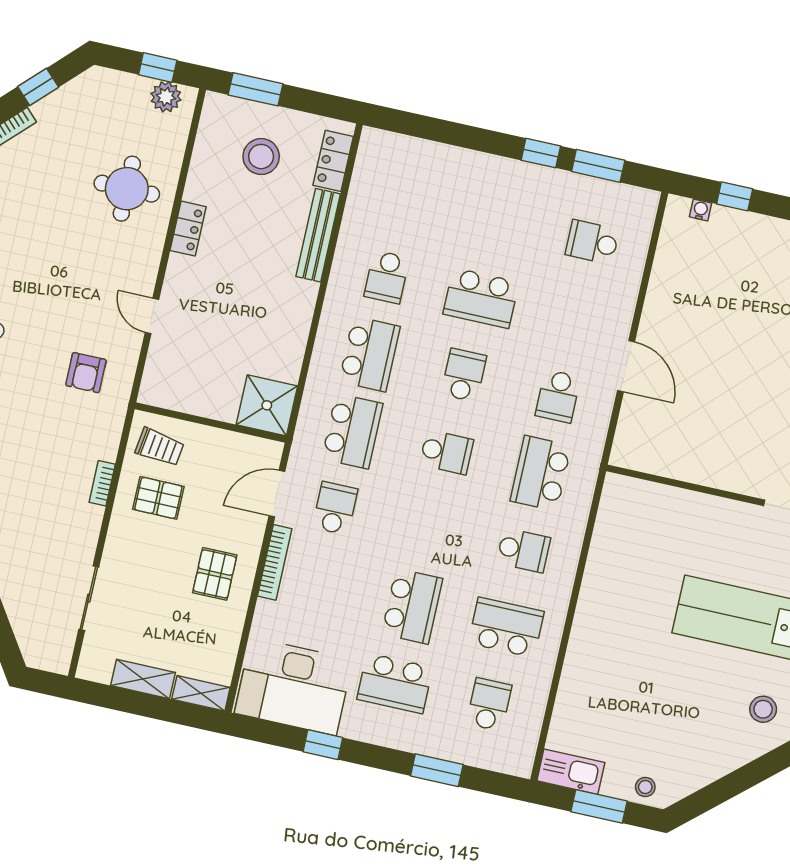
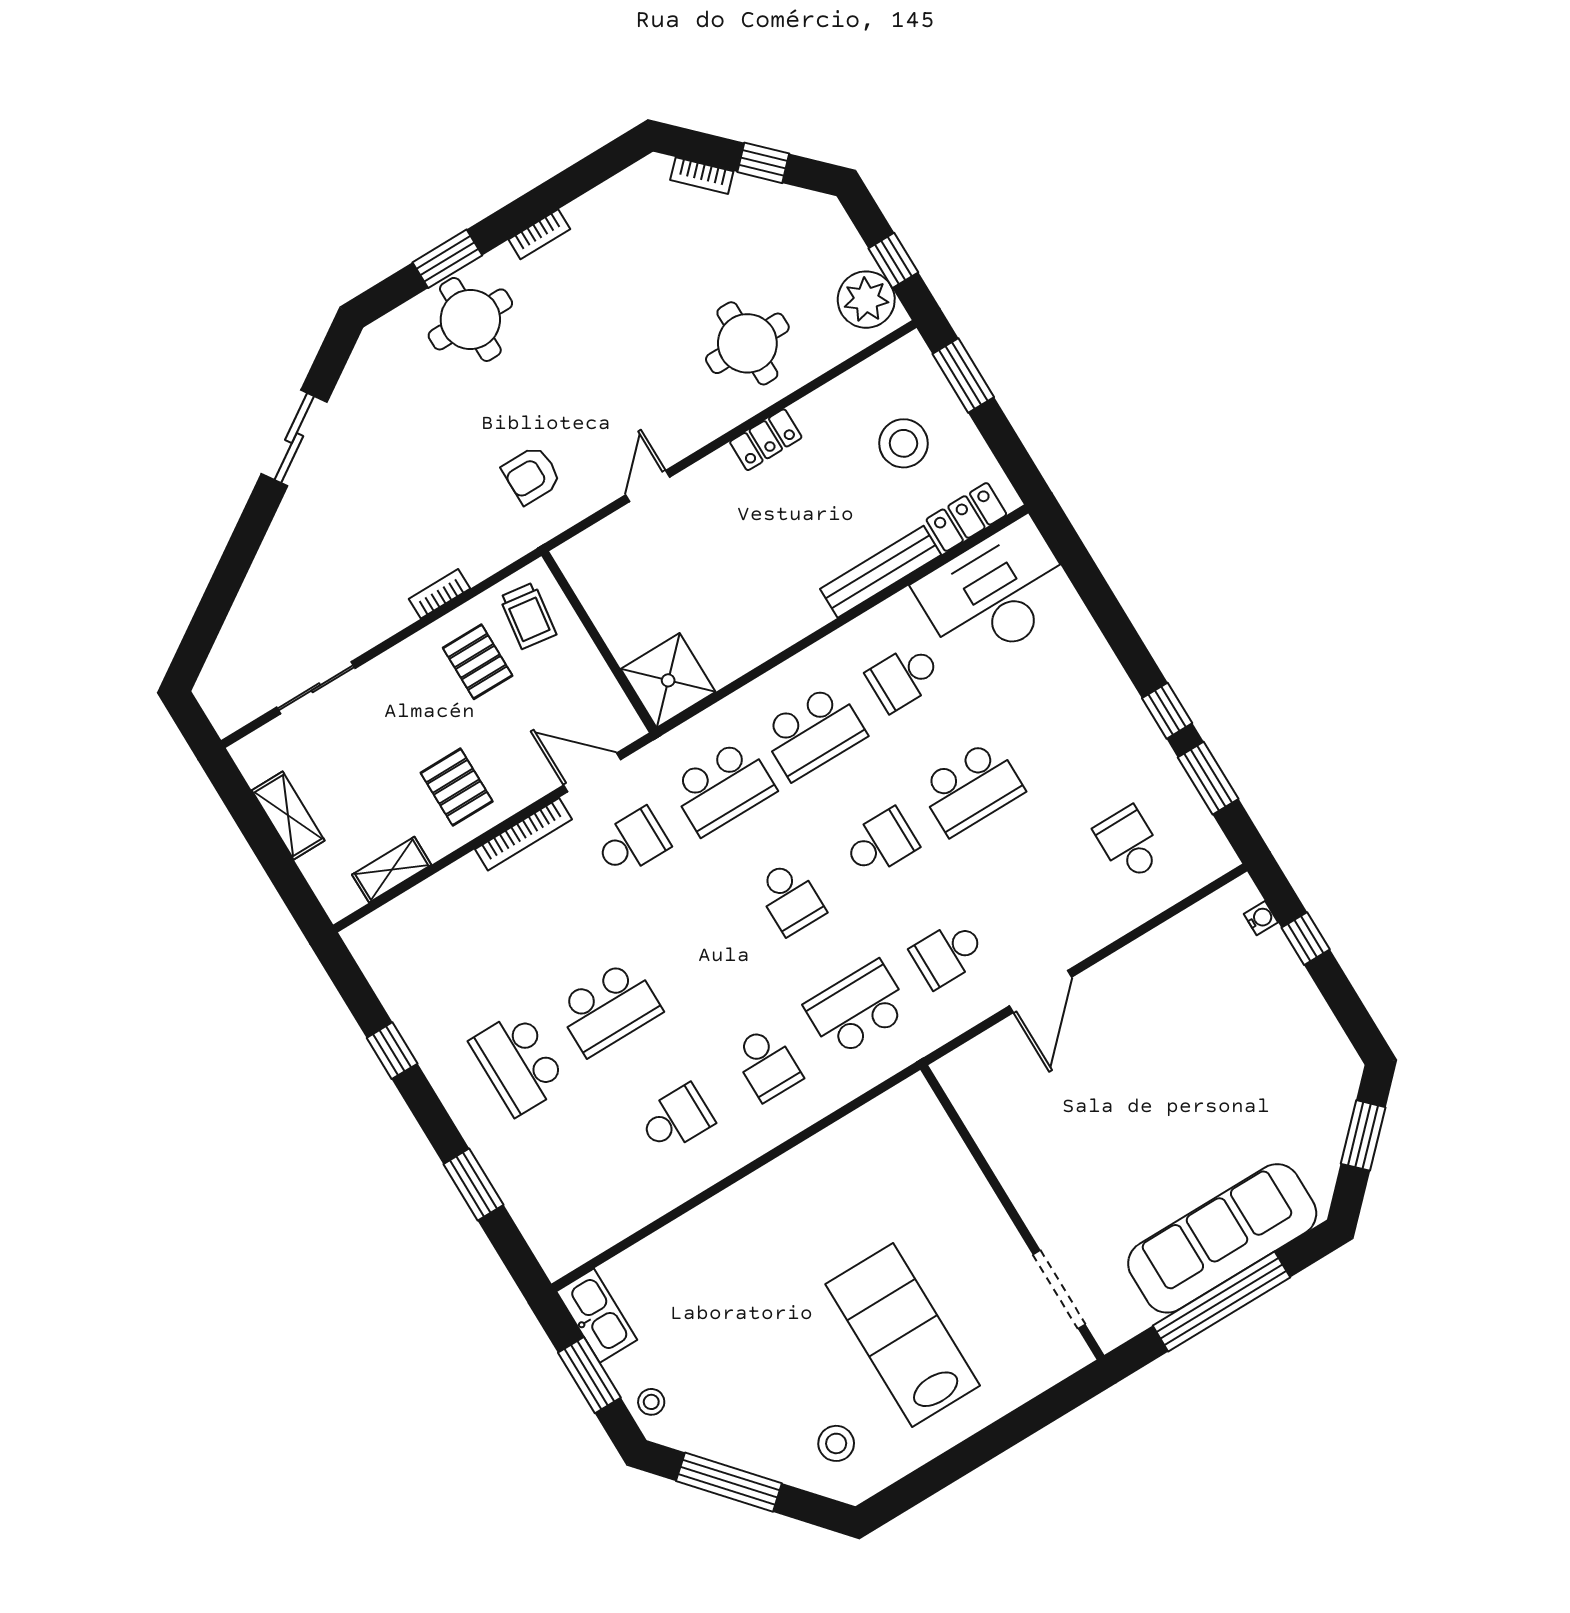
plant: (166, 97) -> (866, 300), width x1.36, depth x1.36
school desk: (481, 298) -> (971, 788), turned -90
pallet: (215, 574) -> (457, 787), turned 90
school desk: (506, 627) -> (676, 1119), width x0.54
desk: (294, 686) -> (996, 594), moved, turned 90
shelving: (201, 693) -> (392, 870), moved, turned 90
school desk: (489, 704) -> (586, 1174), removed
window: (728, 787) -> (729, 1482), added

